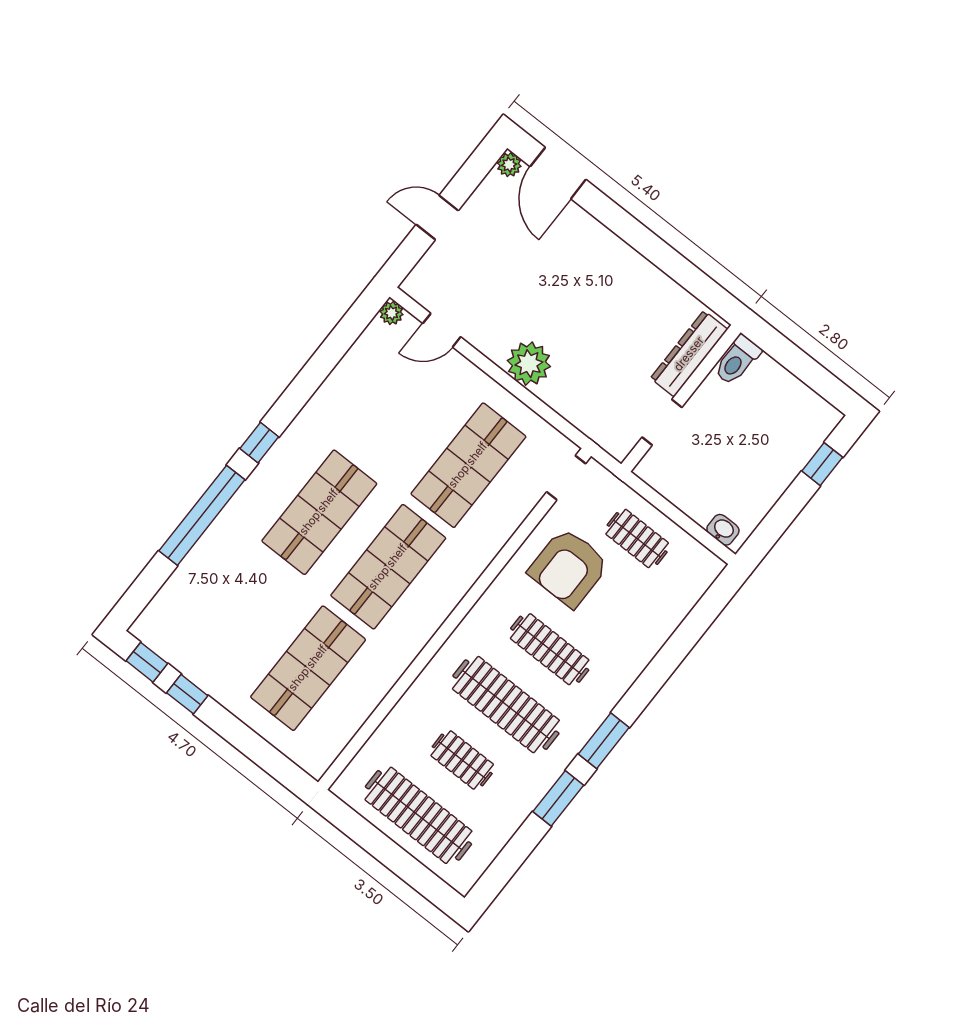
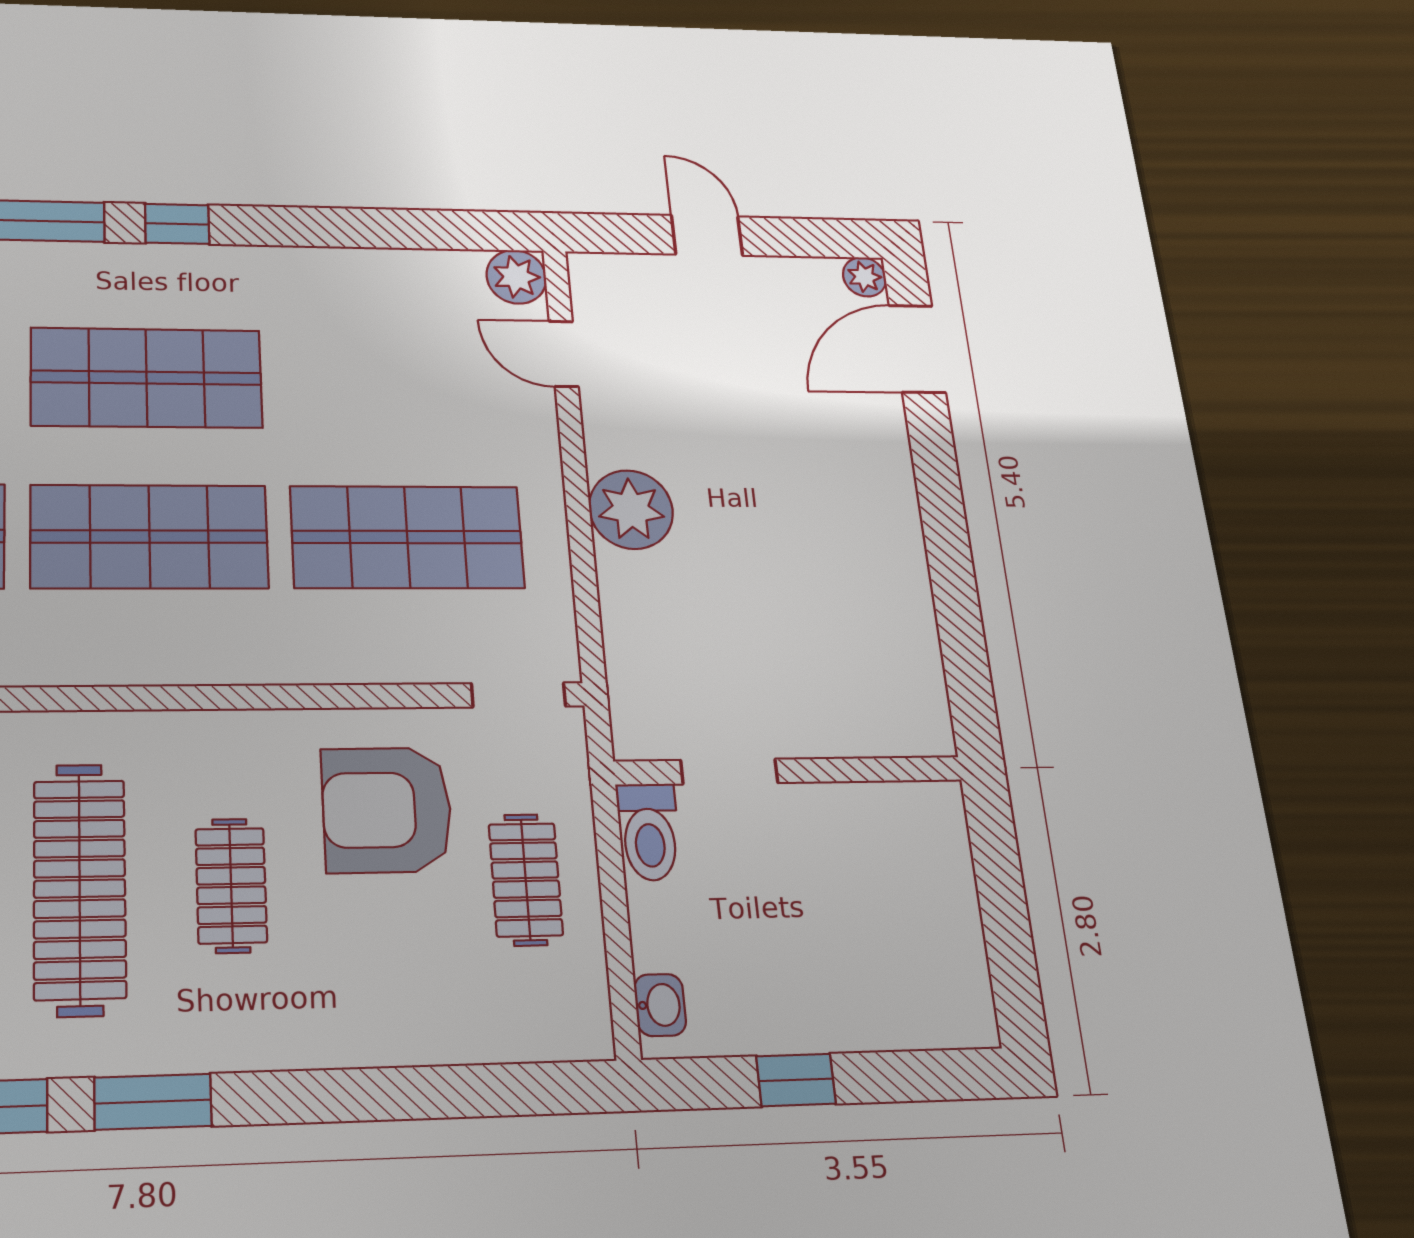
plant: (392, 313) -> (516, 277), width x1.38, depth x1.38
dresser: (689, 354) -> (861, 729), removed
toilet: (737, 360) -> (649, 832), moved, turned -90
window: (822, 464) -> (796, 1080), moved
clothes rail: (550, 649) -> (231, 885), width x0.73

